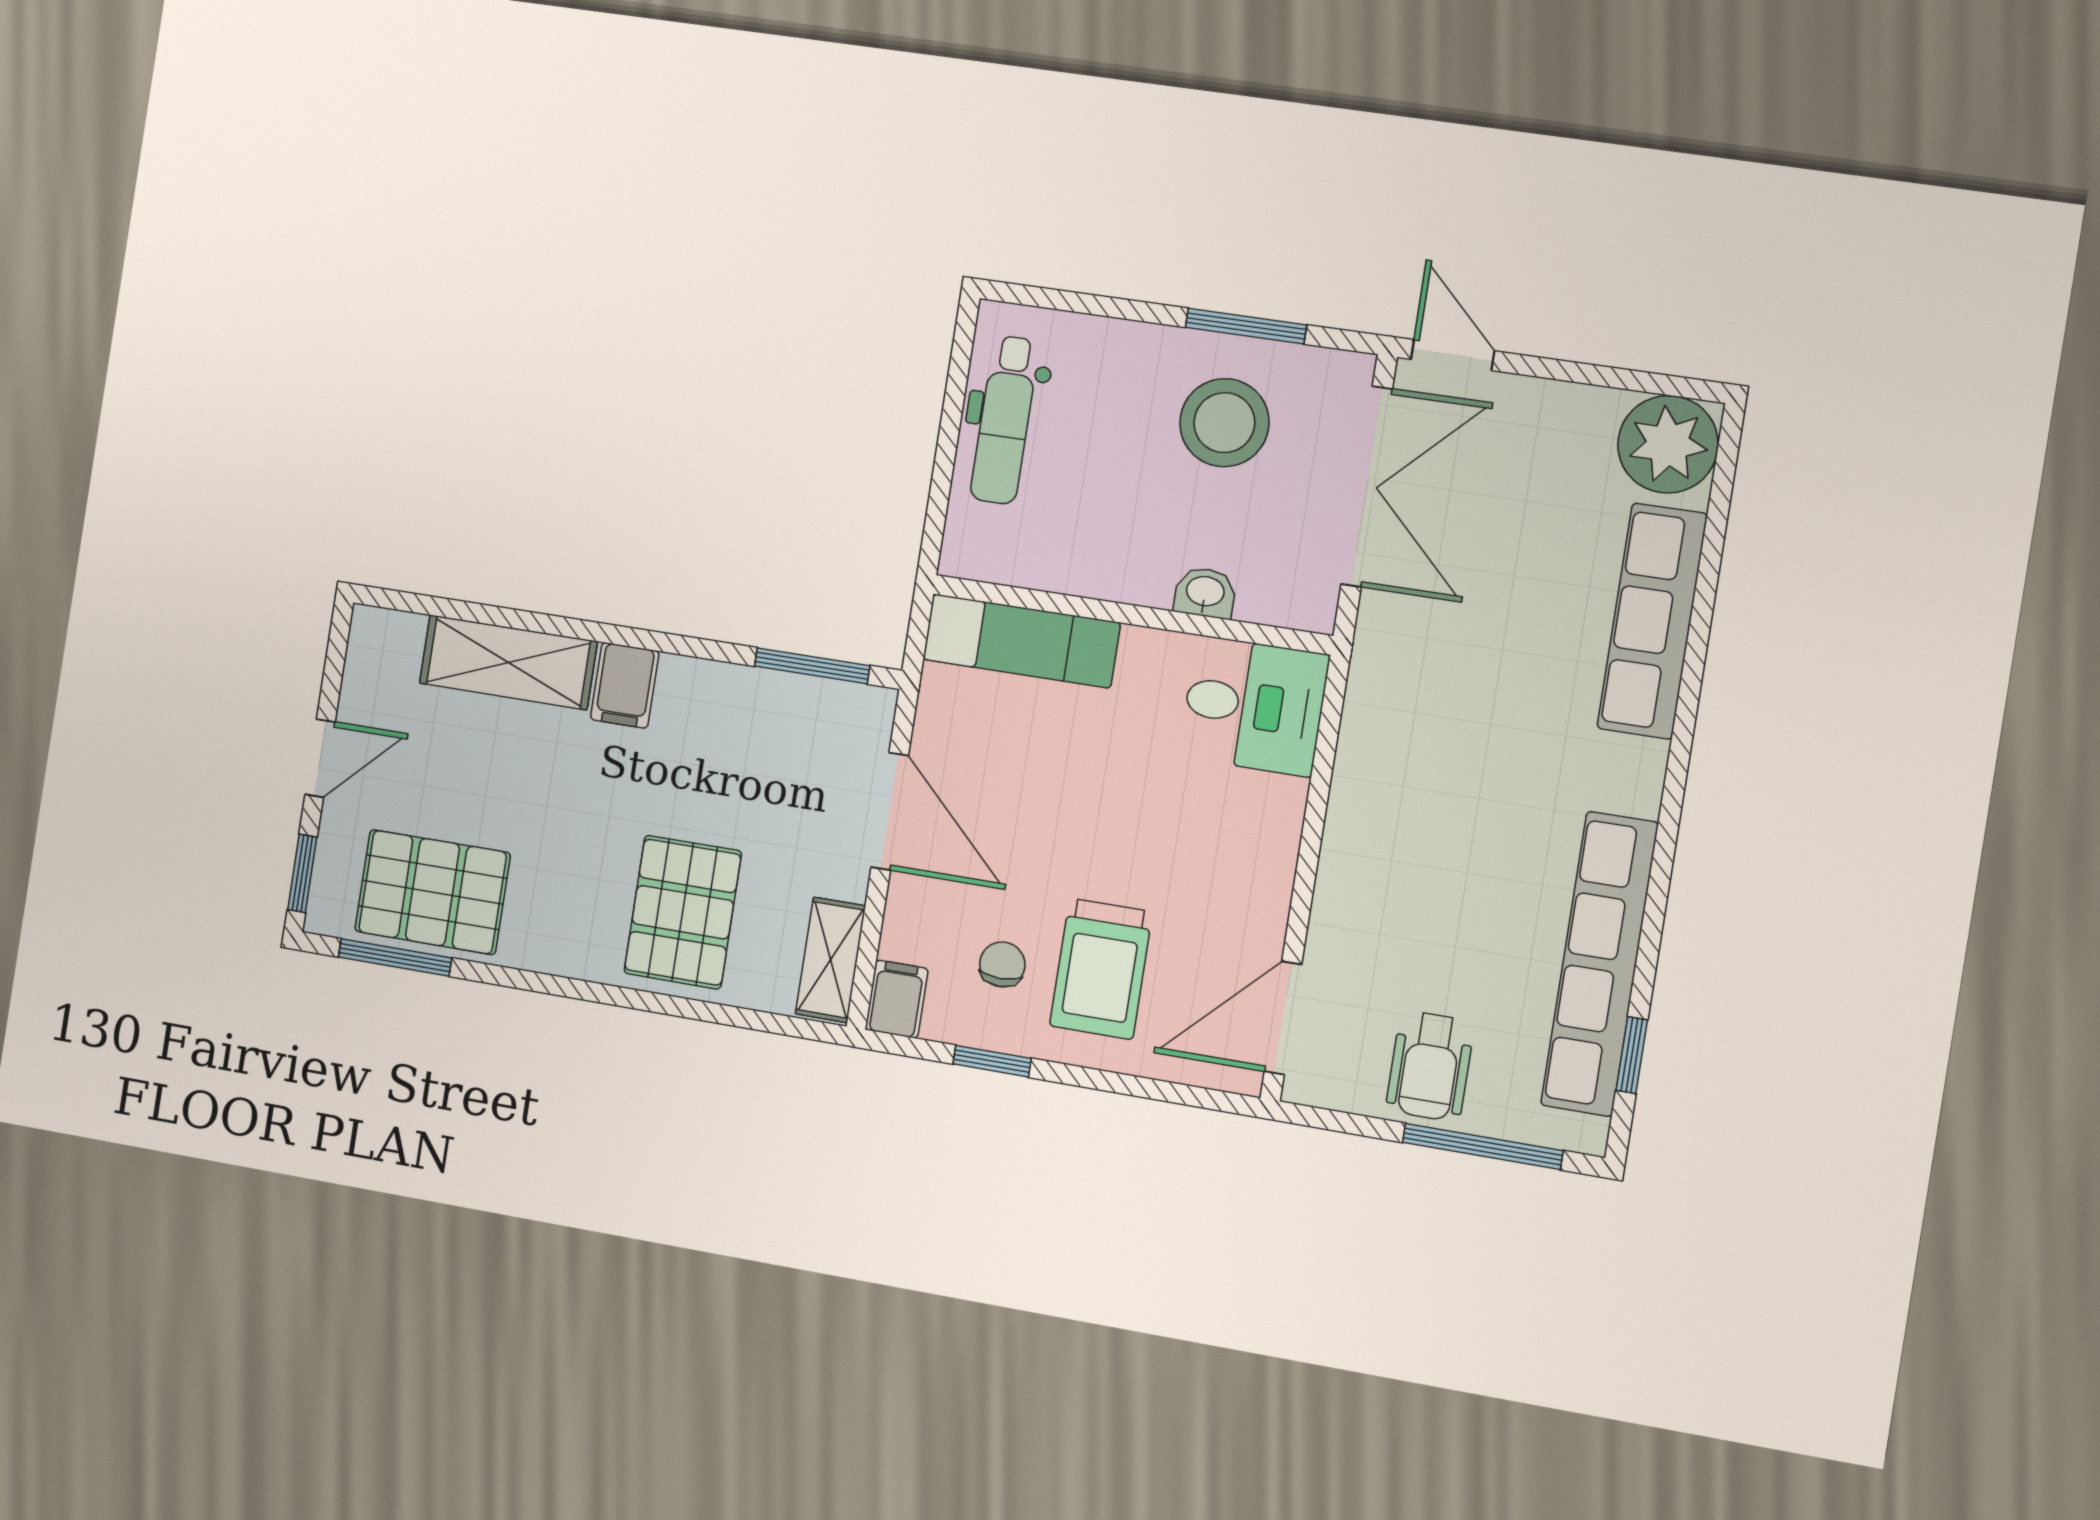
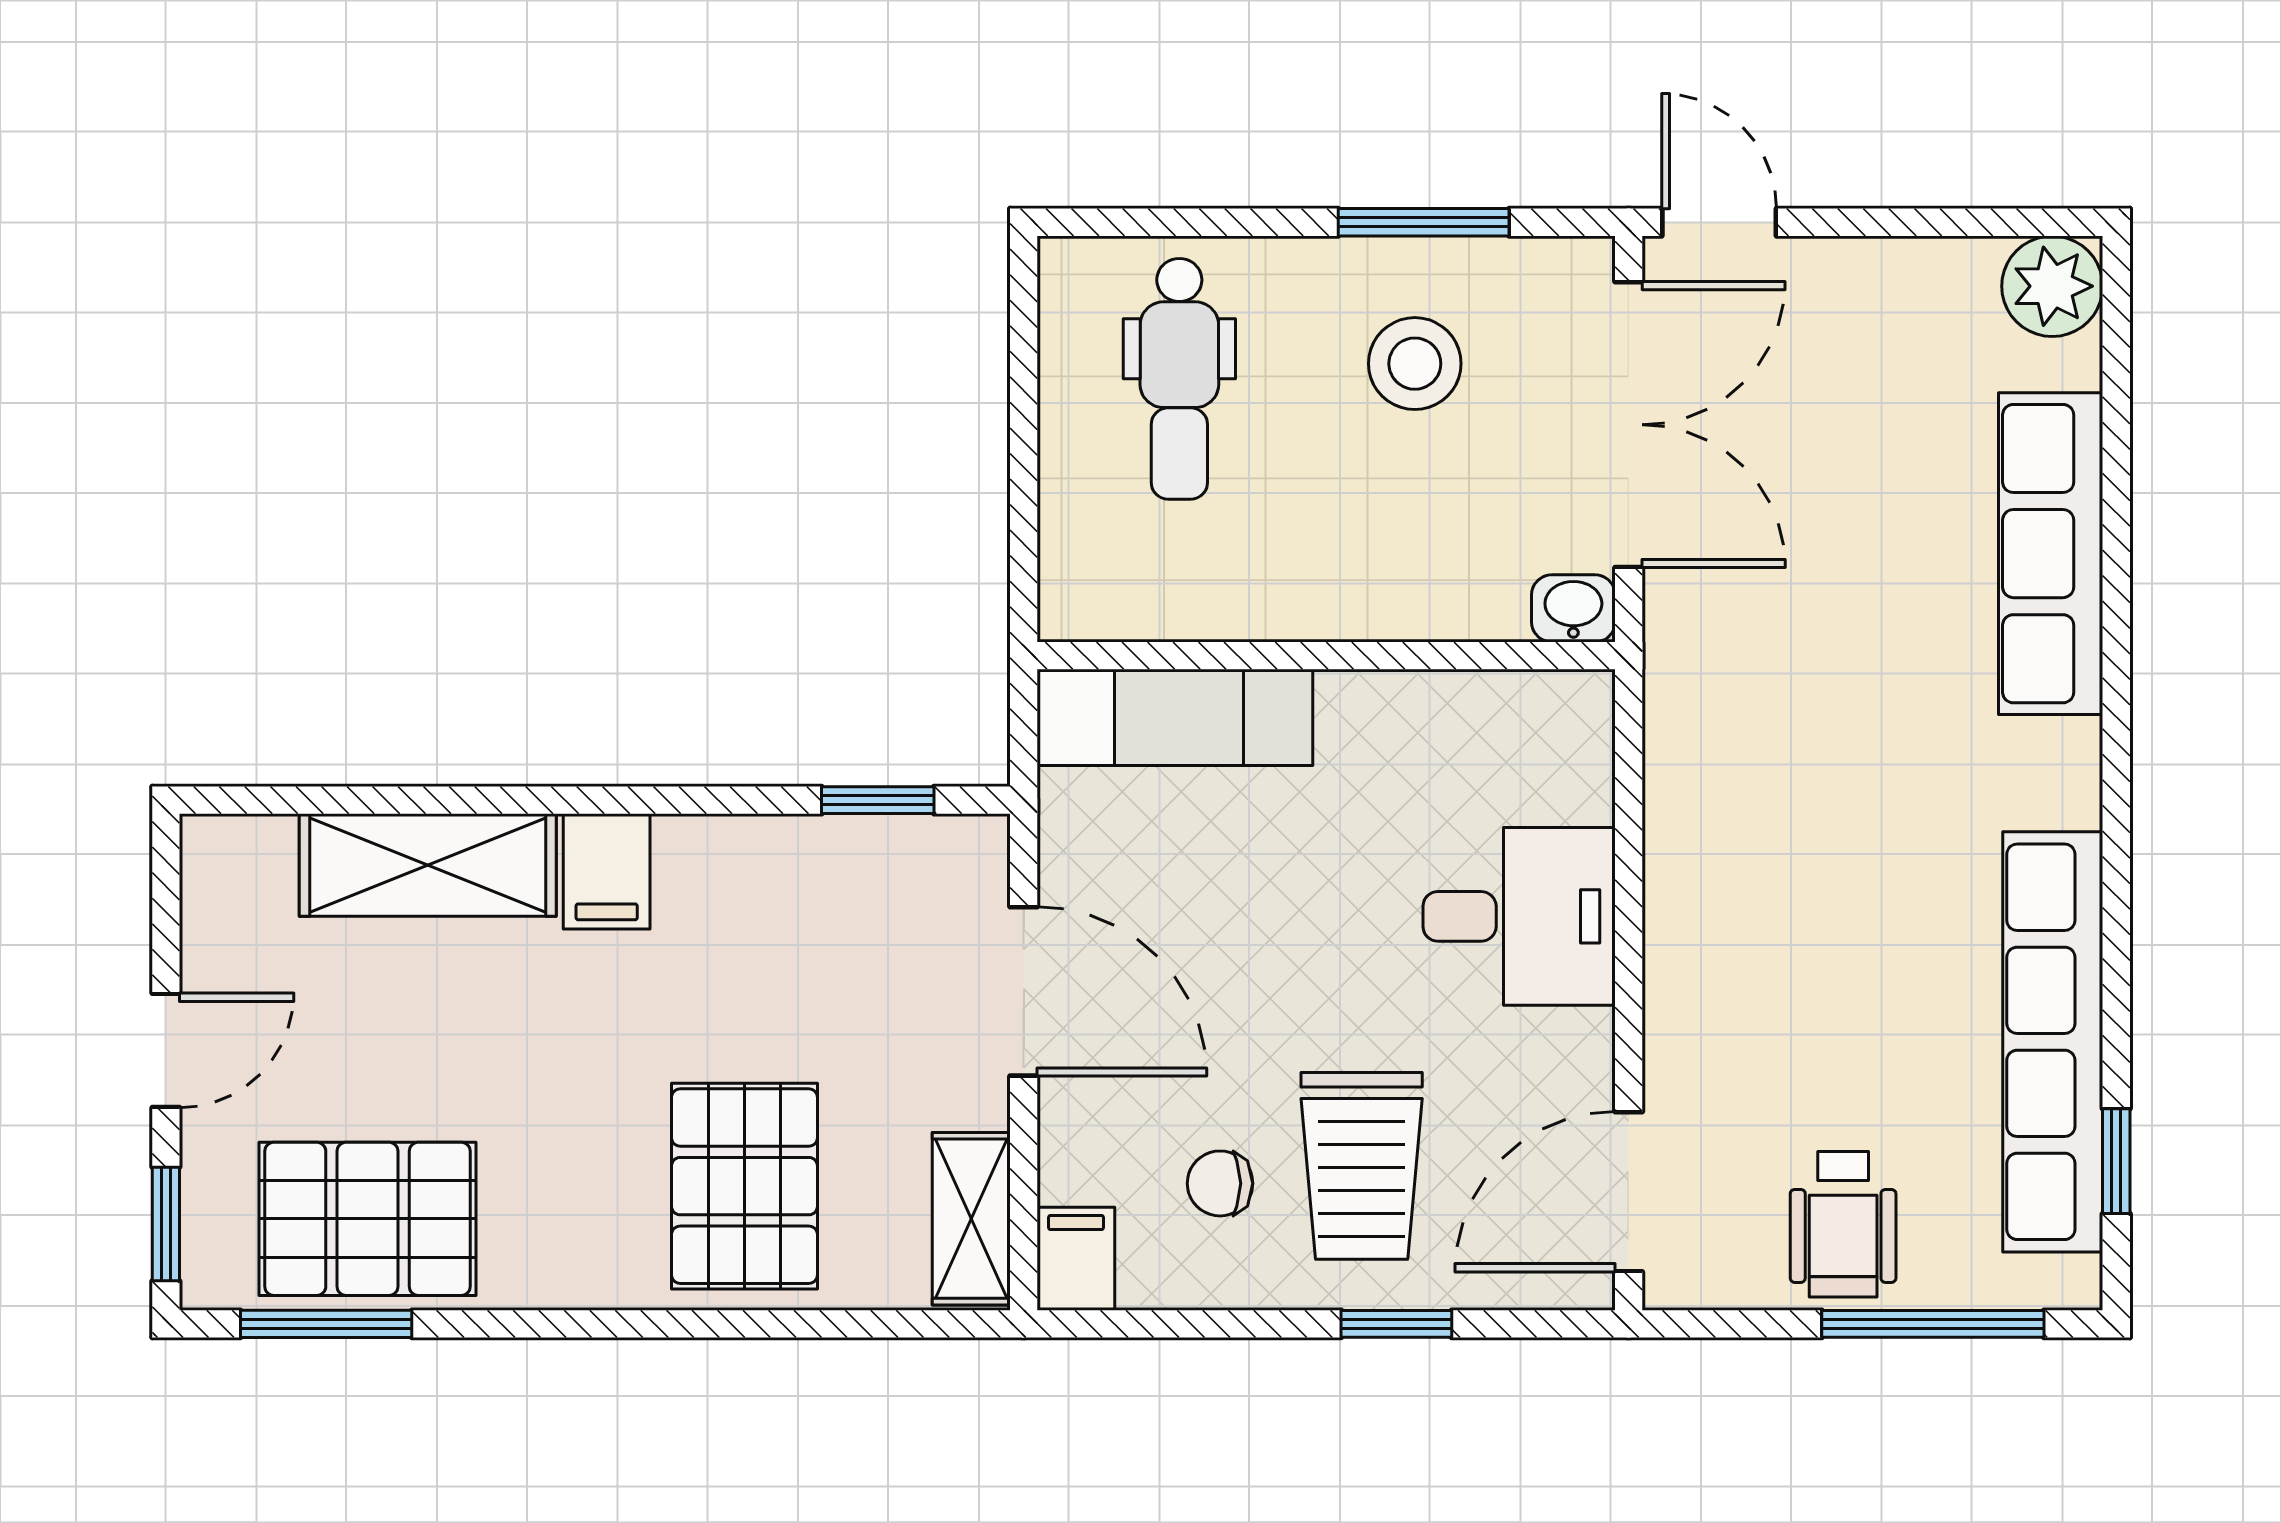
dental chair: (1005, 420) -> (1179, 379), moved
stool: (1224, 423) -> (1415, 364), width x0.73, depth x0.73
plant: (1668, 444) -> (2052, 286), width x0.73, depth x0.73
washbasin: (1205, 593) -> (1573, 608), moved
window: (812, 666) -> (878, 800), width x0.67
desk: (1254, 706) -> (1519, 916), moved
chair: (1002, 964) -> (1220, 1183), turned -90
window: (992, 1061) -> (1396, 1324), moved

